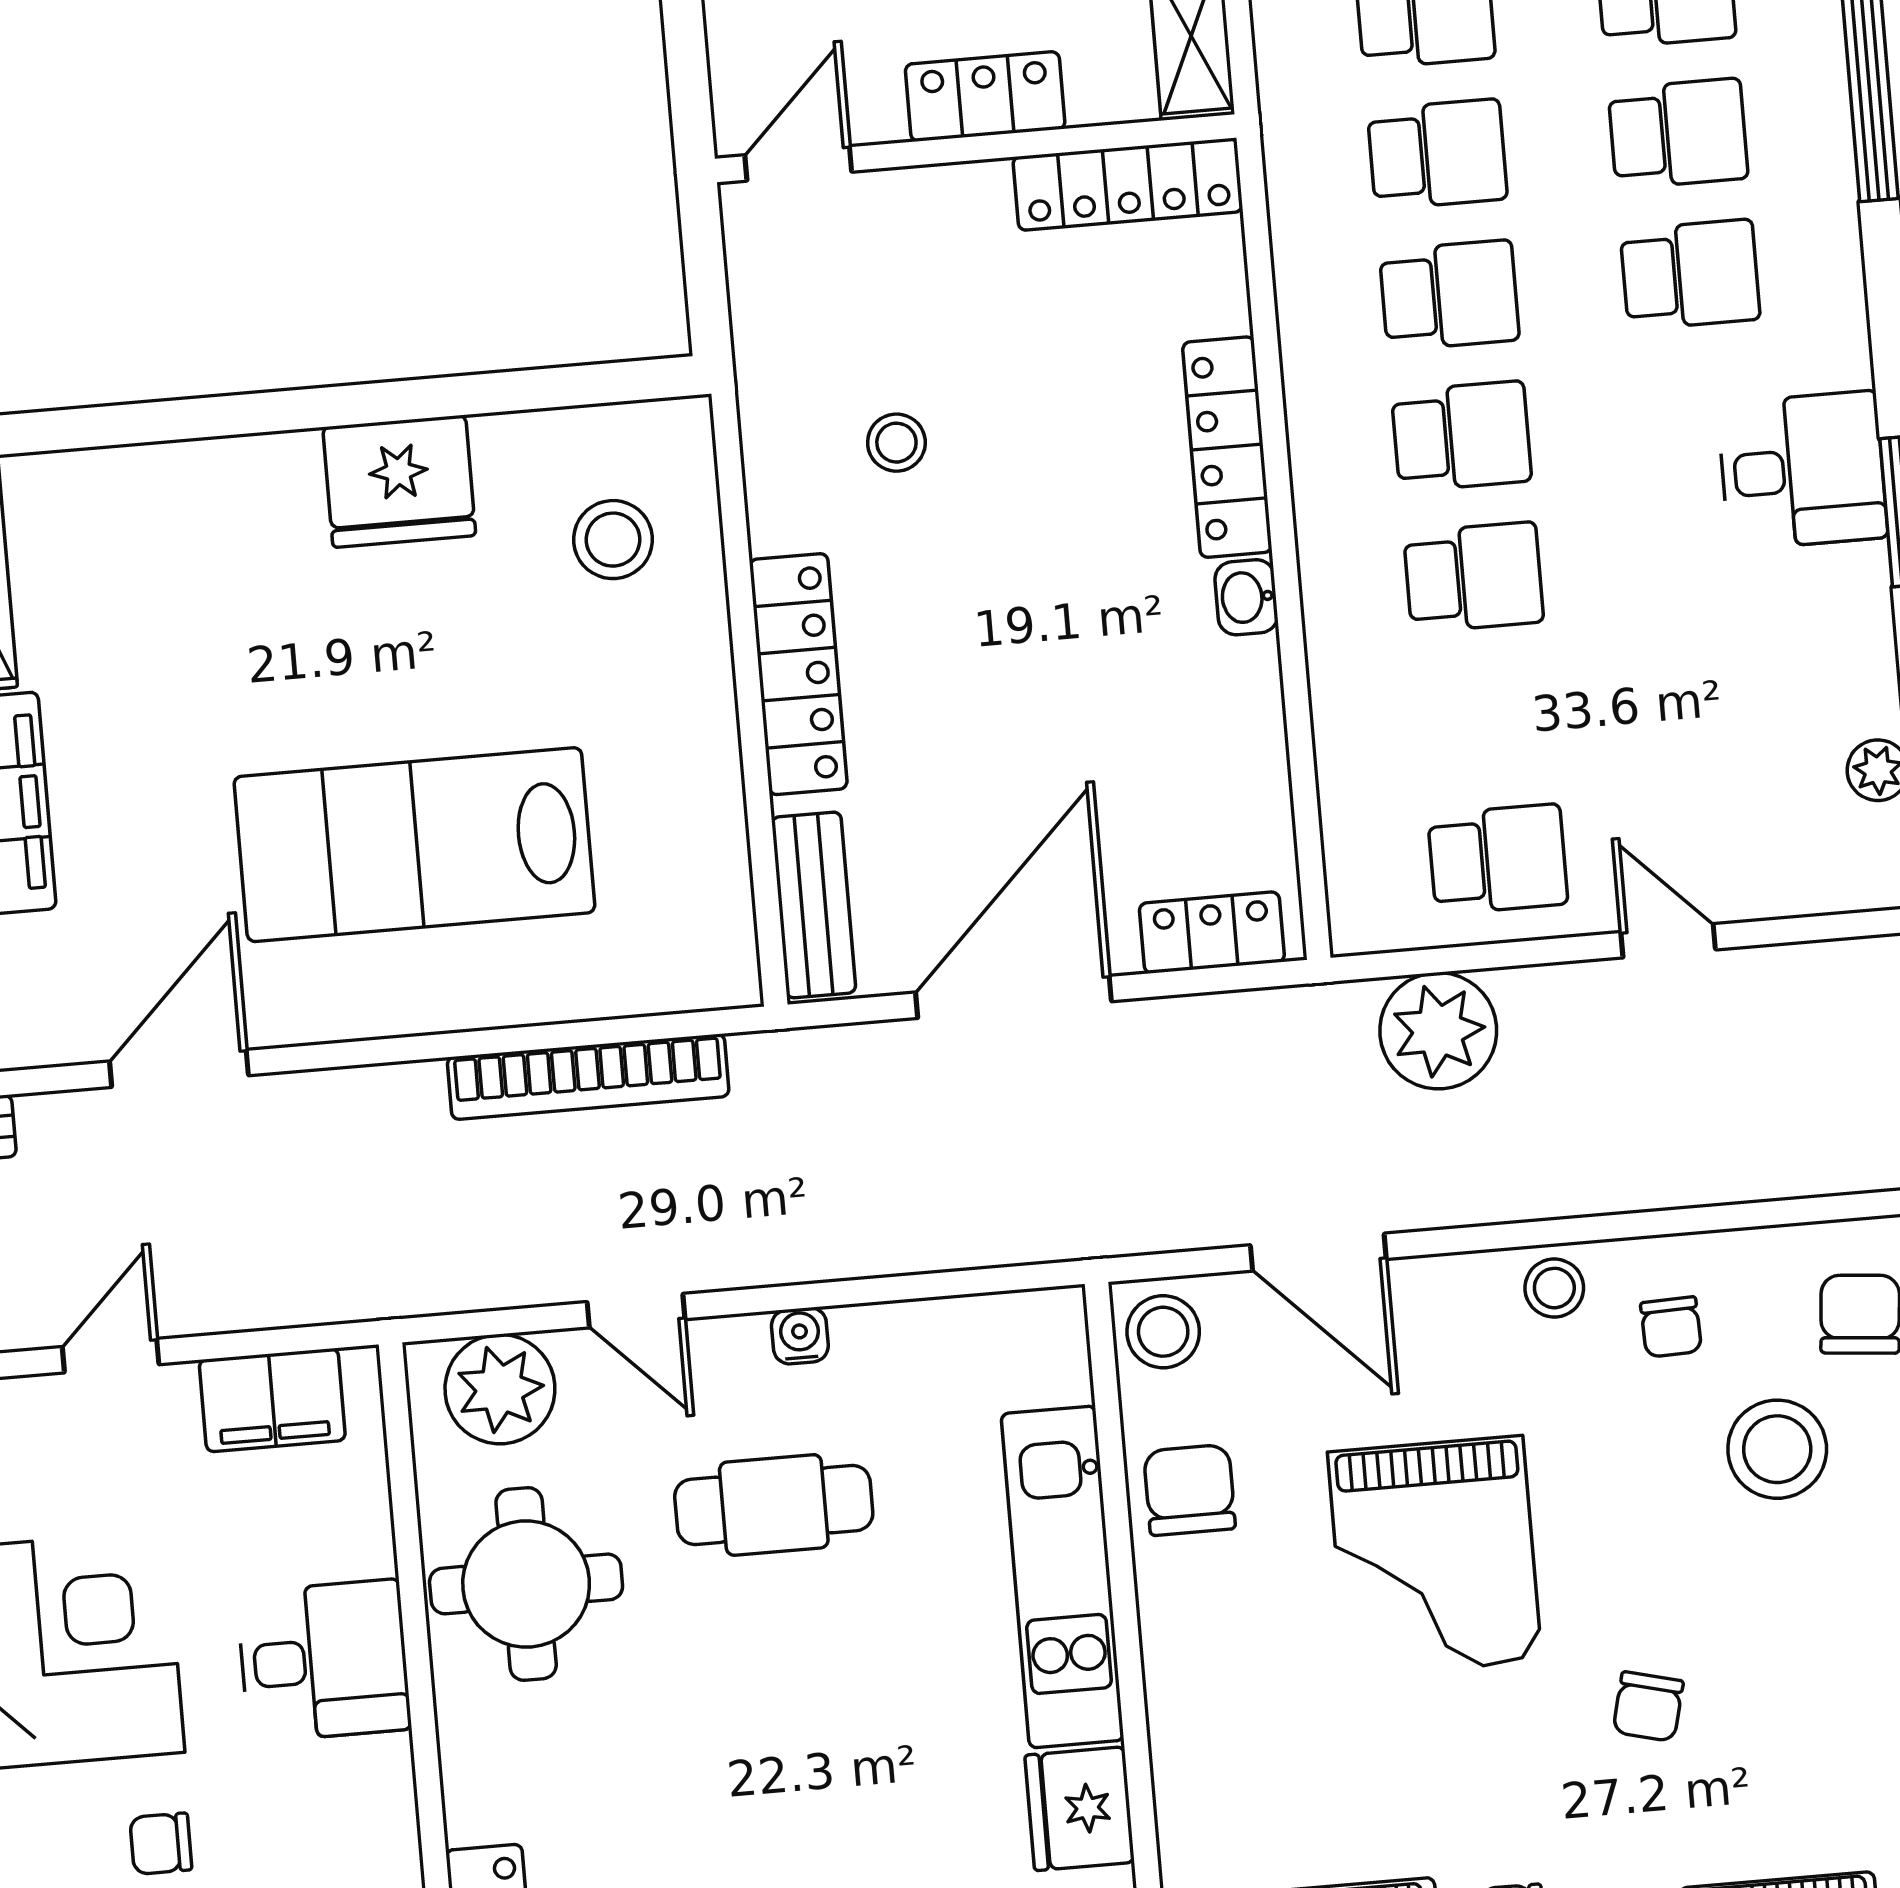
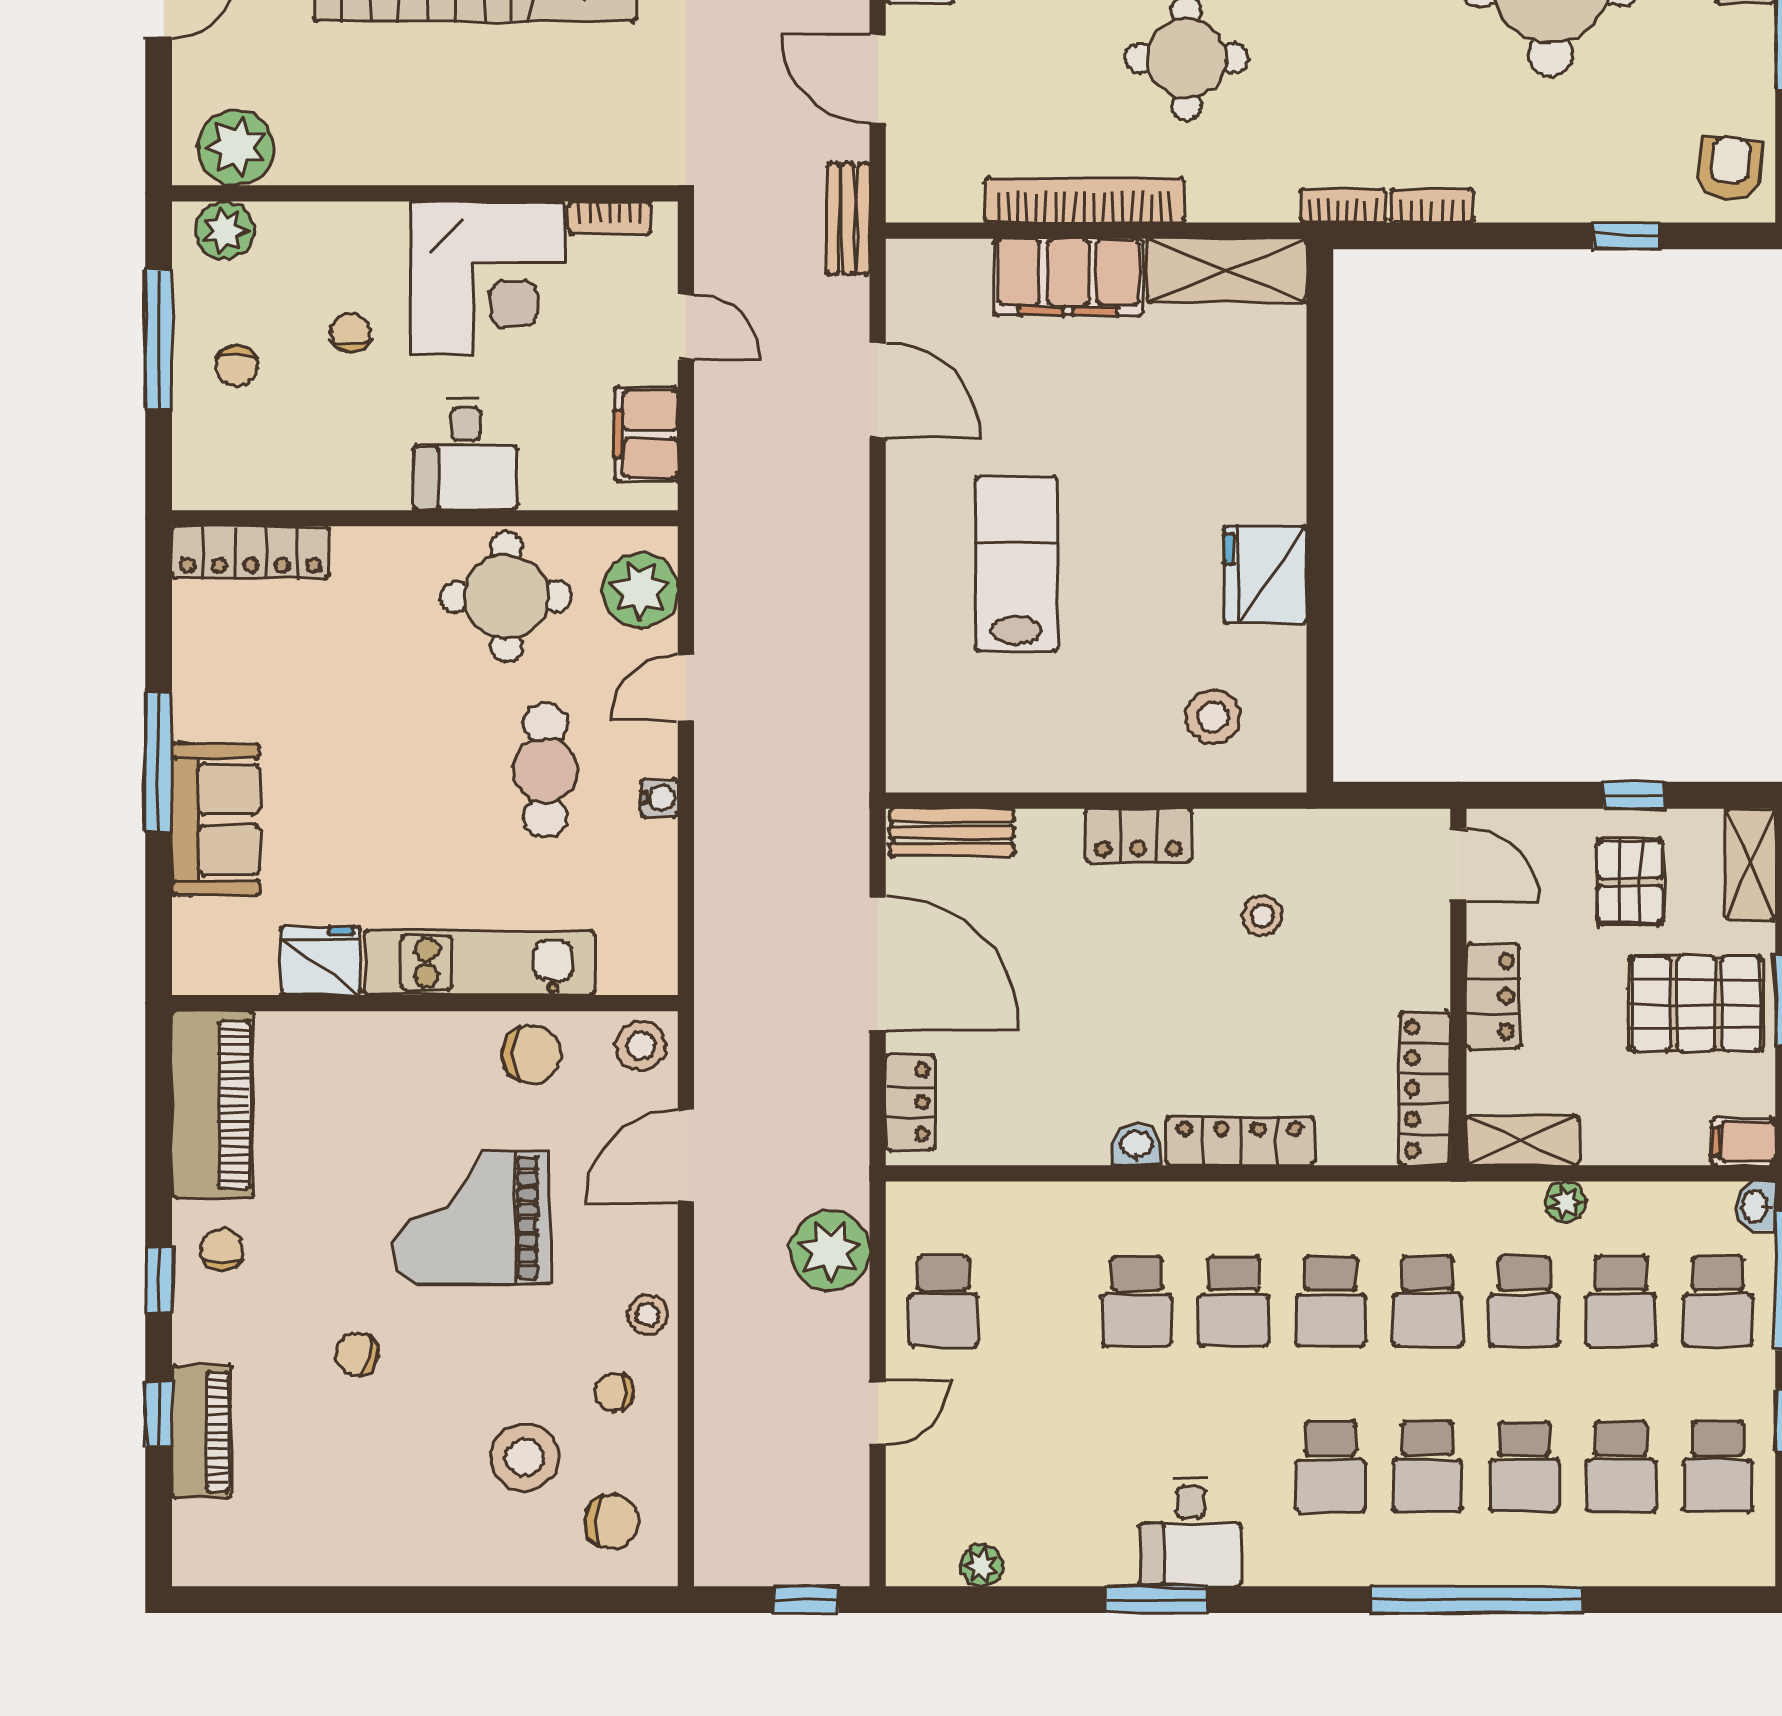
locker: (798, 674) -> (1138, 835), width x0.66
lab bench: (414, 845) -> (1017, 564), width x0.73, depth x0.72
bookcase: (588, 1077) -> (848, 669), removed

